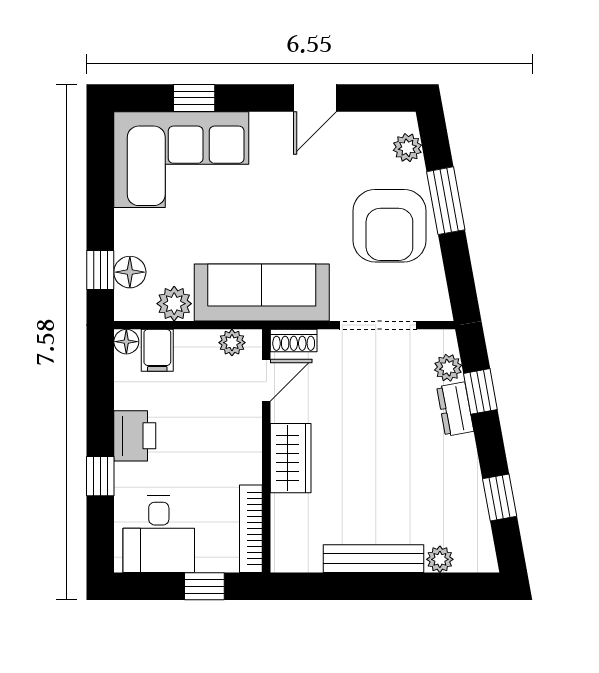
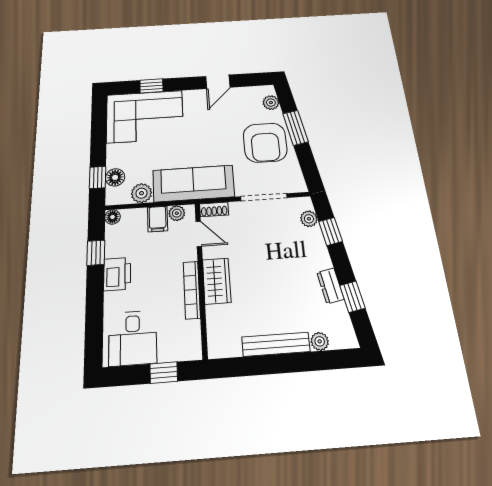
filing cabinet: (157, 350) -> (158, 219), moved
door: (266, 380) -> (199, 234), hinge flipped
dresser: (455, 409) -> (330, 286), moved
window: (100, 476) -> (96, 253), moved
bookcase: (251, 529) -> (192, 290), moved

